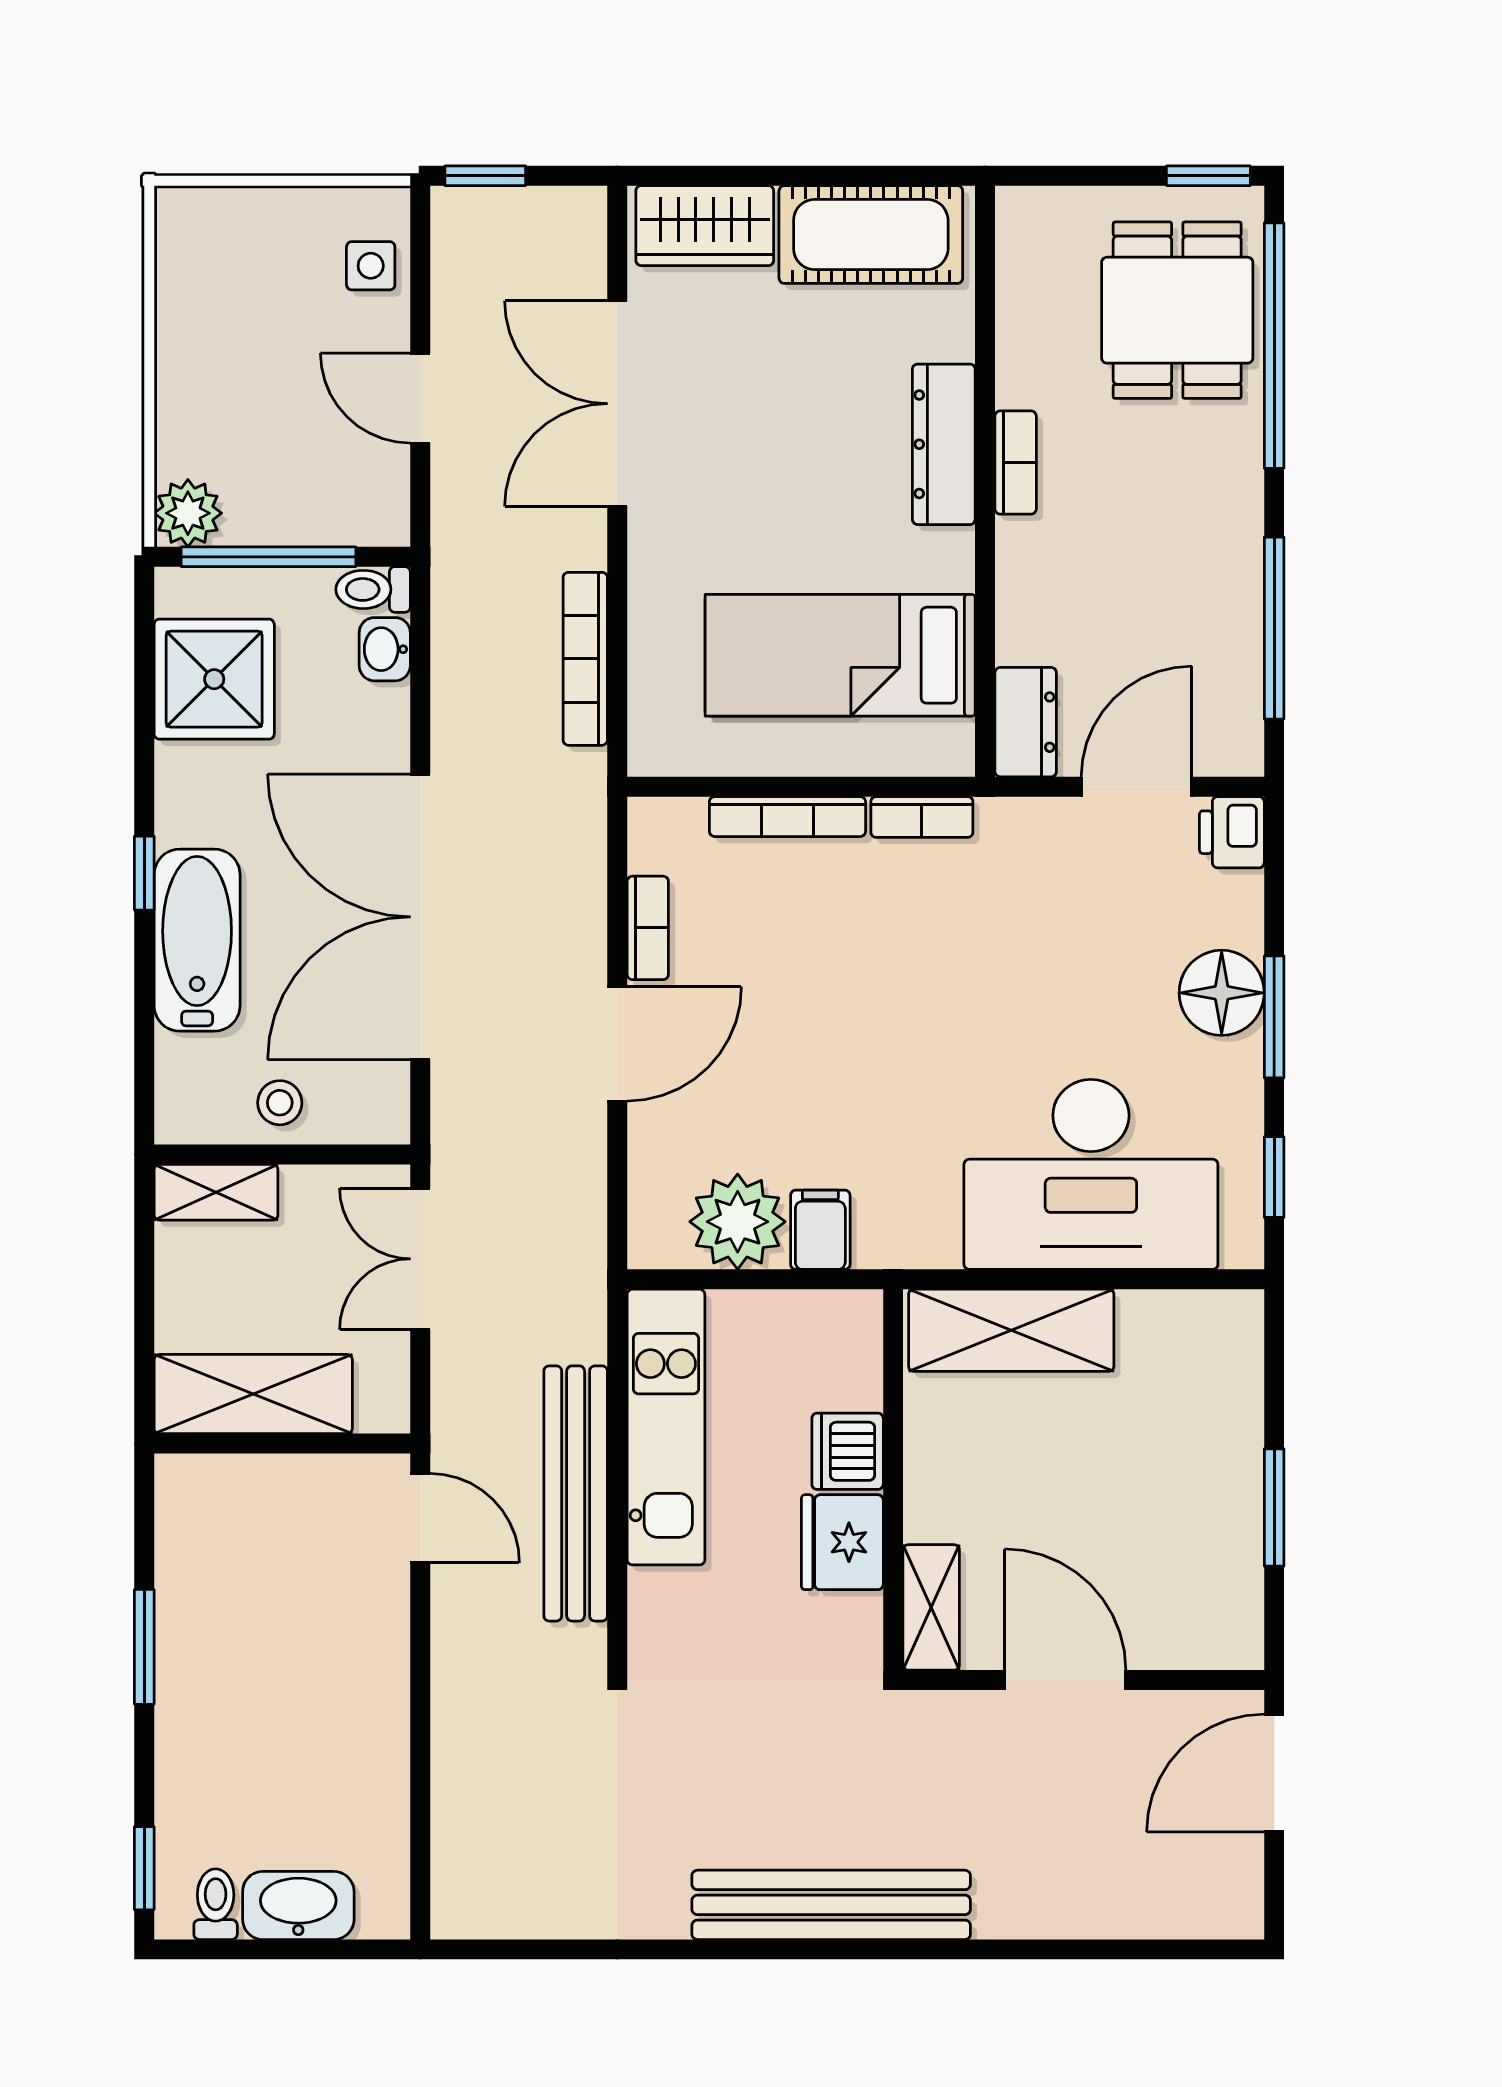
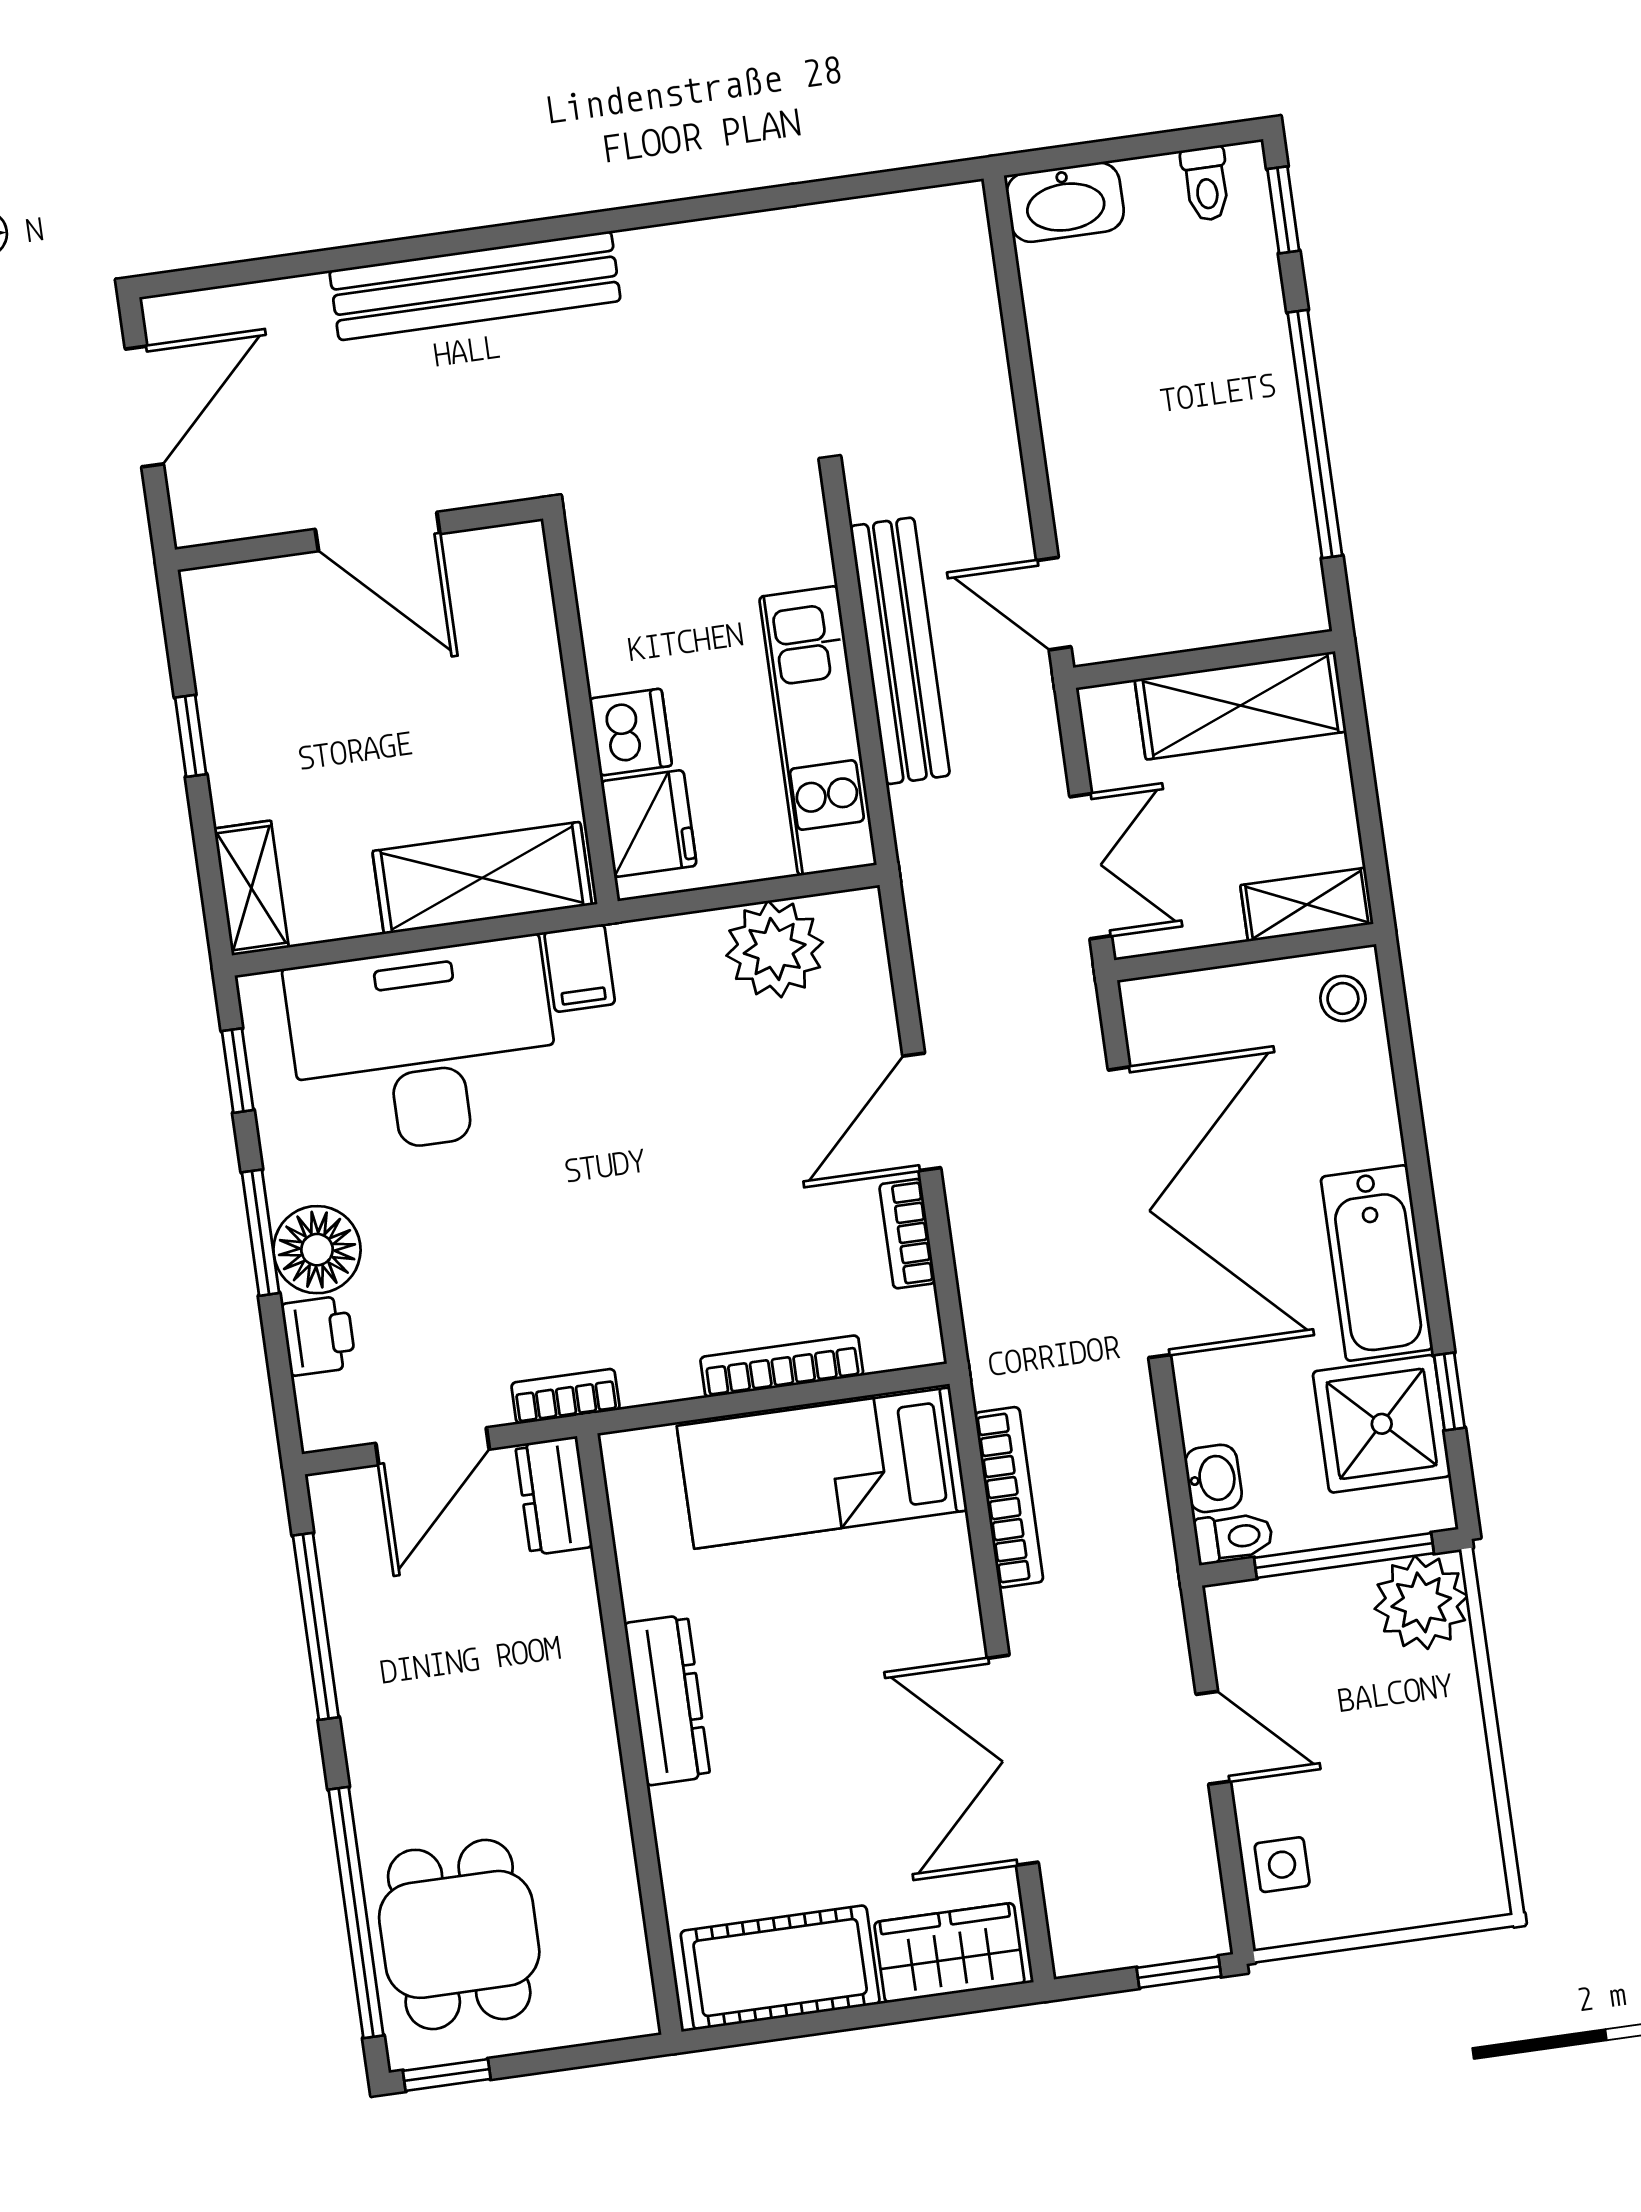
double door: (617, 404) -> (1013, 1760), swing flipped
dresser: (944, 444) -> (667, 1700), moved
bookcase: (1016, 463) -> (601, 1757), removed
plant: (188, 513) -> (1421, 1602), width x1.36, depth x1.36
bed: (840, 655) -> (822, 1468), moved, turned 180
bookcase: (922, 817) -> (565, 1396), moved
printer: (1232, 832) -> (319, 1336), moved
window: (144, 873) -> (1449, 1391), moved
bathtub: (197, 940) -> (1377, 1263), moved
stool: (280, 1103) -> (1343, 998), moved
filing cabinet: (820, 1230) -> (580, 968), moved
window: (1274, 1508) -> (191, 736), width x0.67
fridge: (842, 1542) -> (649, 824), moved
shelving: (931, 1607) -> (251, 888), moved
window: (144, 1647) -> (1315, 434), width x2.11
door: (1274, 1773) -> (144, 406), moved
washbasin: (298, 1905) -> (1065, 202), moved
bench: (831, 1905) -> (475, 286), moved

